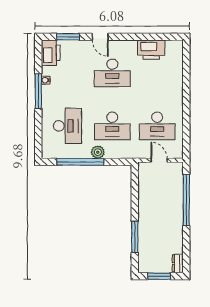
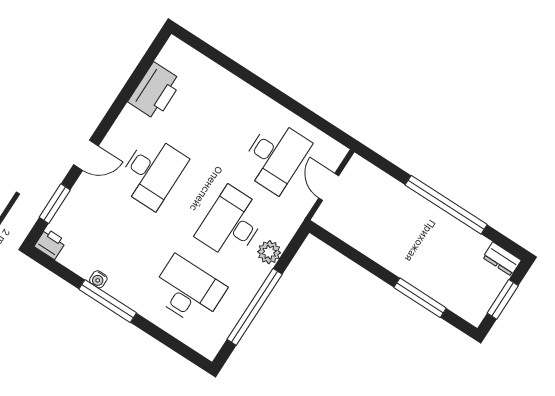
printer: (51, 53) -> (50, 244), width x0.53, depth x0.68
desk: (112, 126) -> (232, 224), turned 180
plant: (98, 152) -> (269, 252), moved
door: (159, 160) -> (329, 187), hinge flipped
window: (186, 200) -> (446, 205), moved

